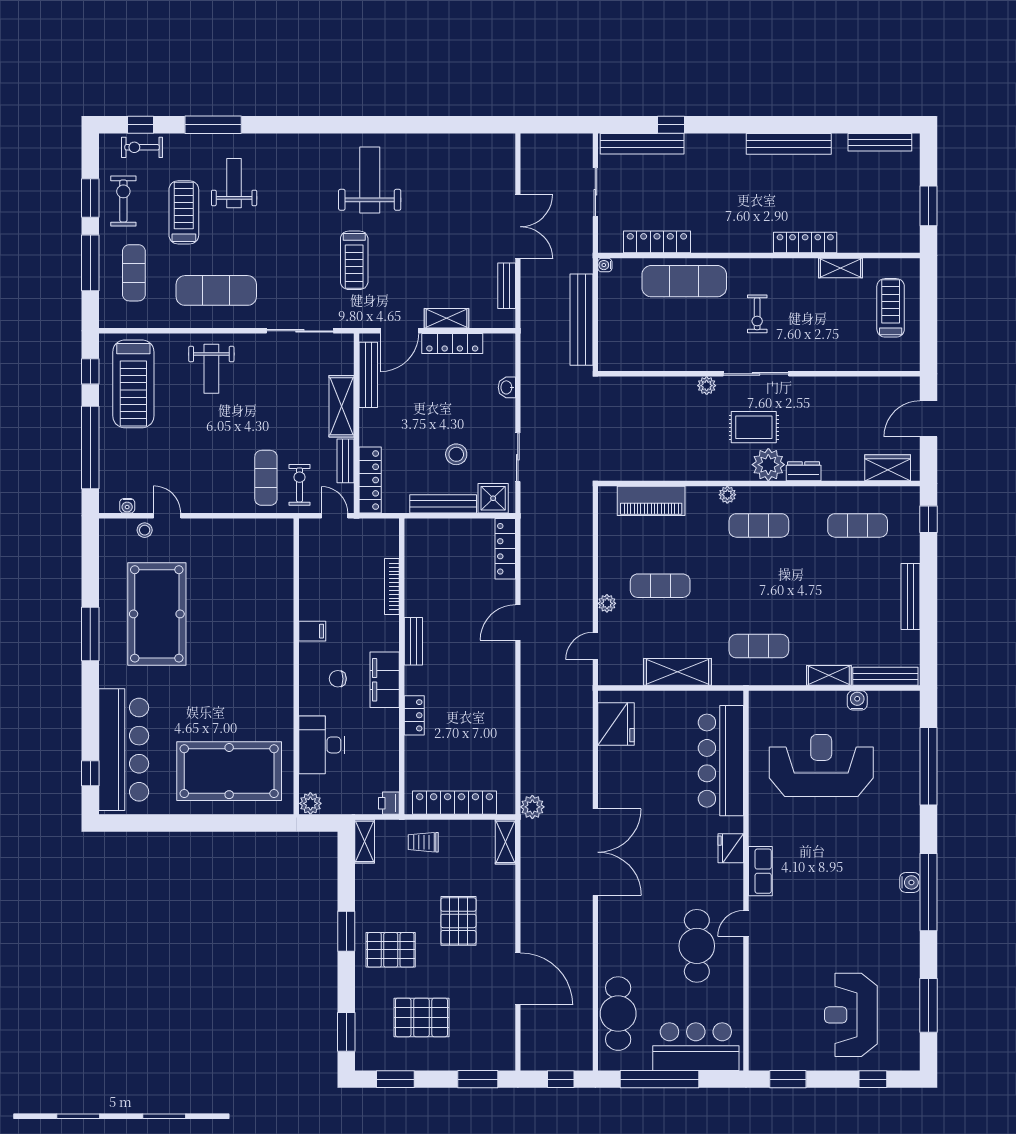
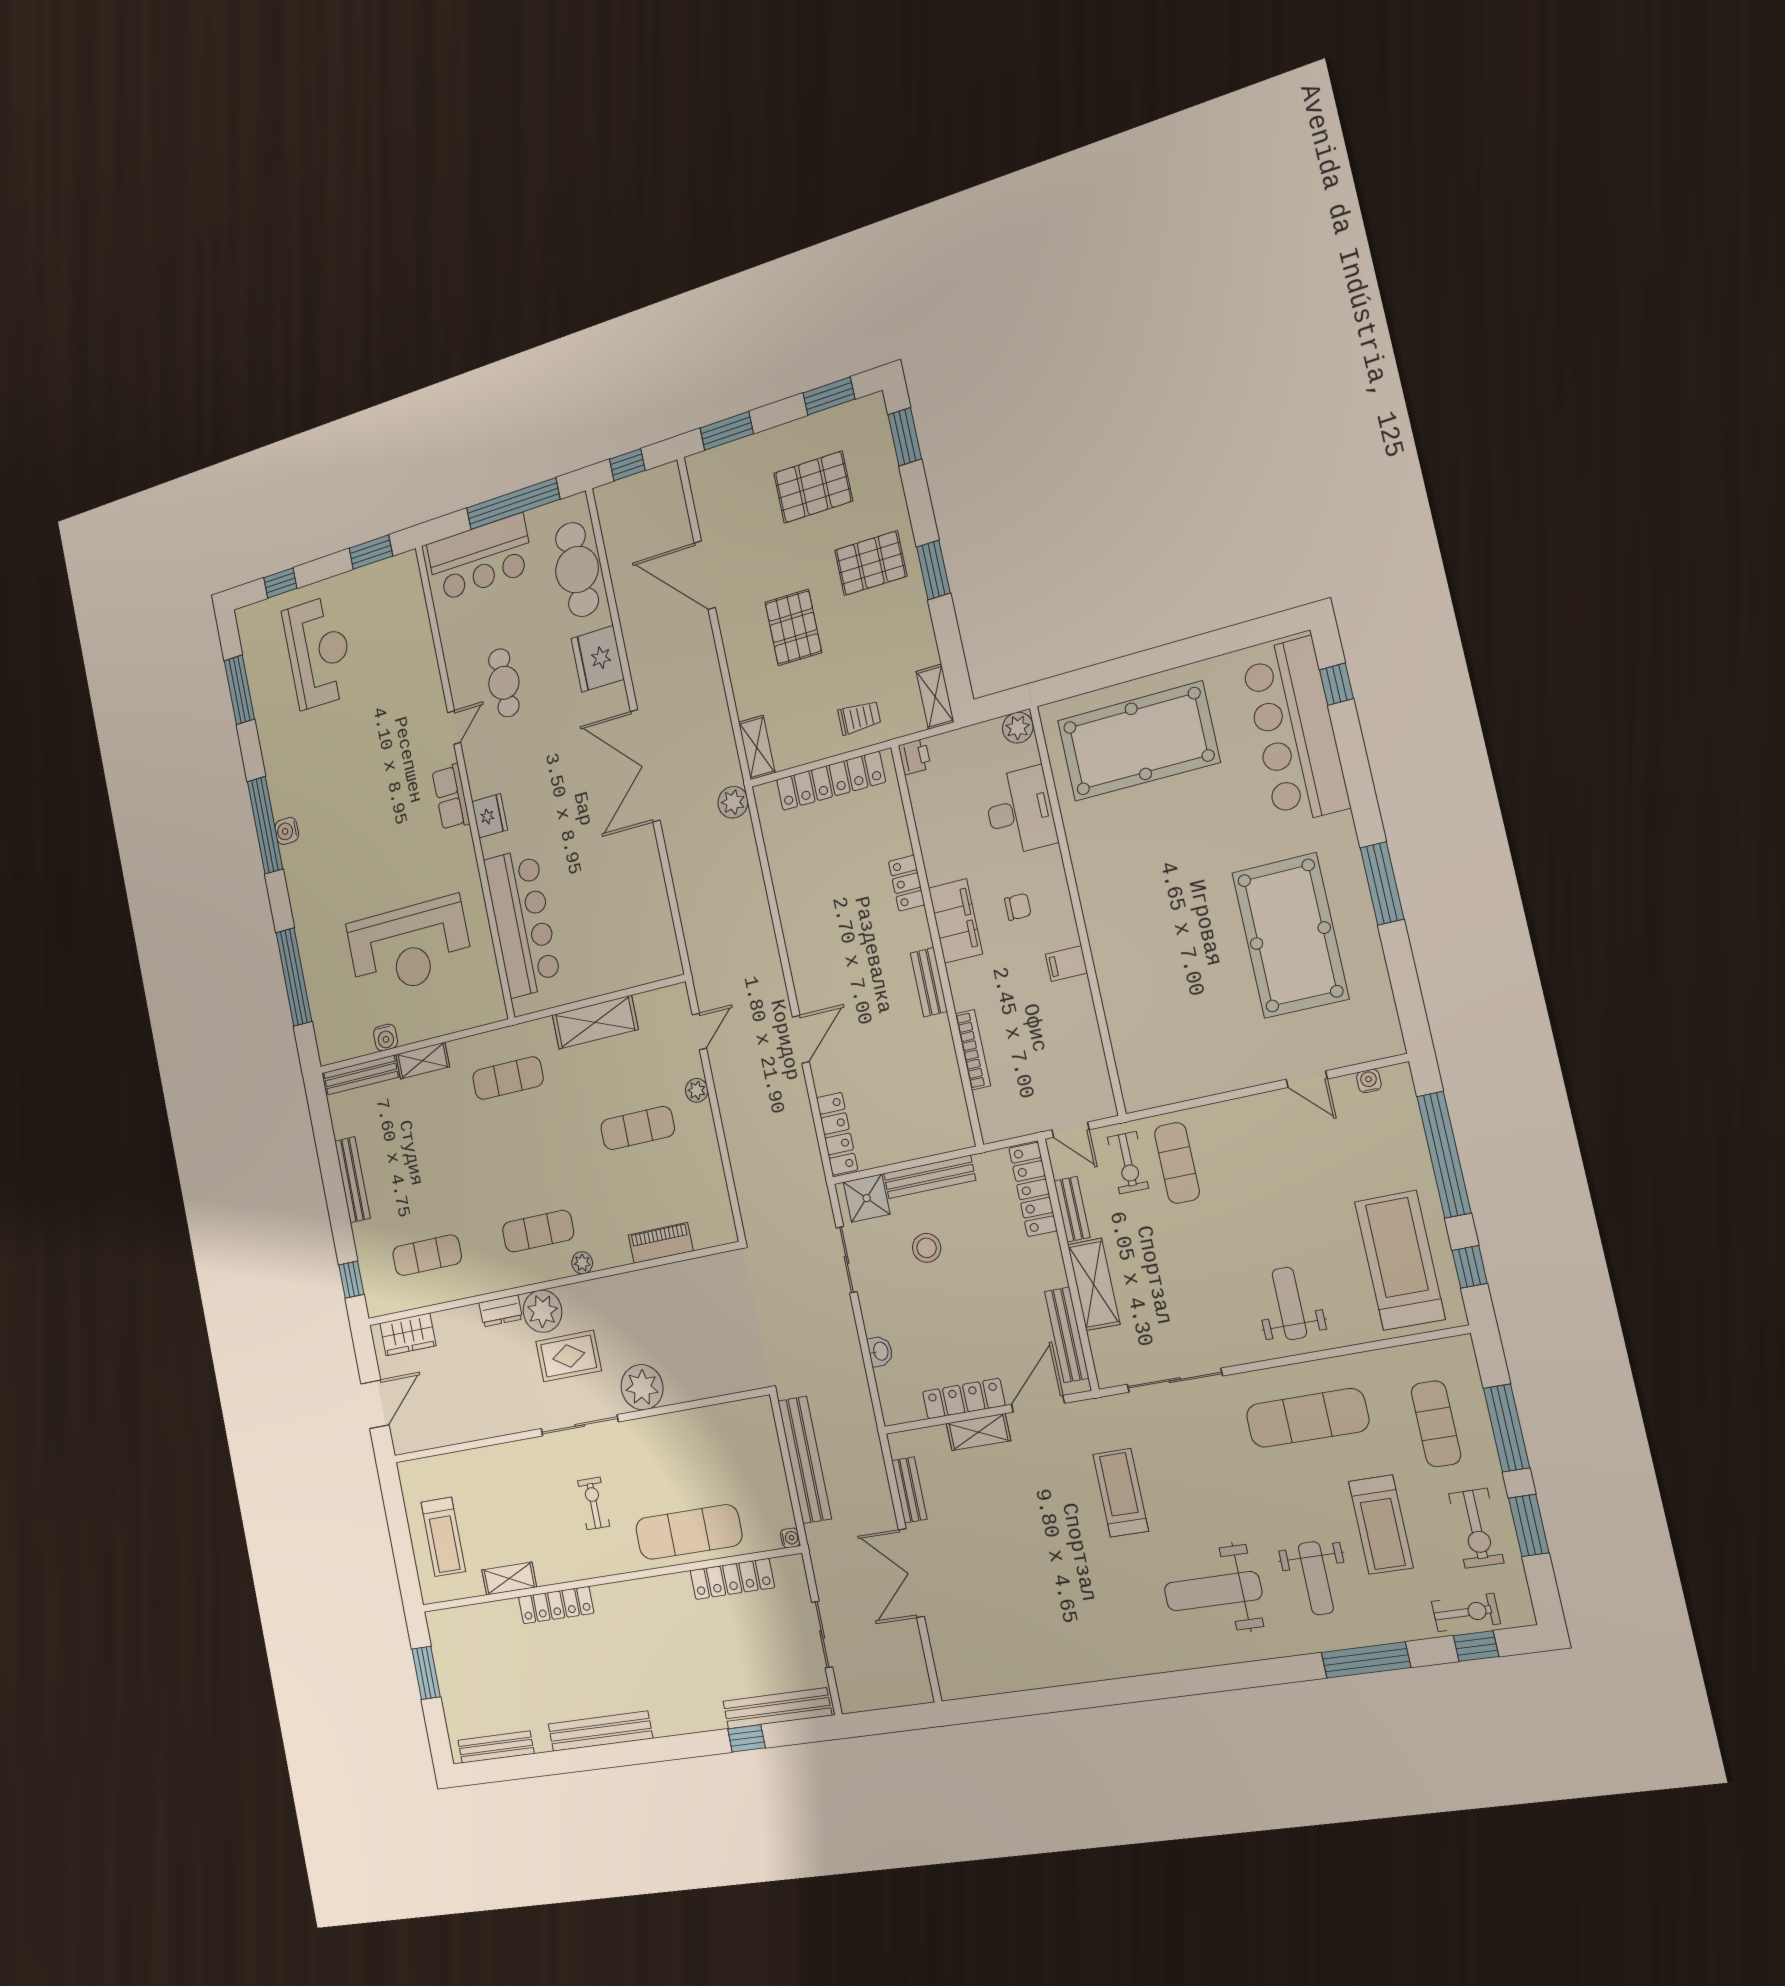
weight bench: (370, 180) -> (1213, 1591), moved, turned 90
plant: (707, 386) -> (642, 1387), width x1.88, depth x1.88
piano: (651, 501) -> (661, 1243), width x0.73, depth x0.75
stool: (145, 530) -> (1335, 1051), removed
fridge: (616, 724) -> (598, 659), moved
cafe table: (697, 946) -> (504, 683), width x0.73, depth x0.74

